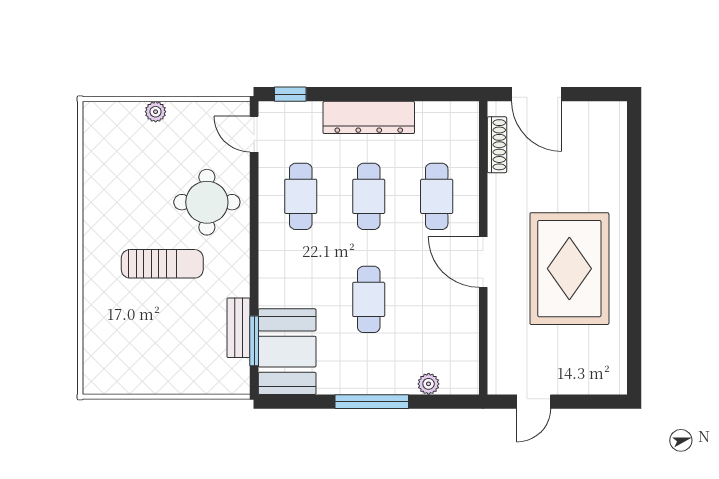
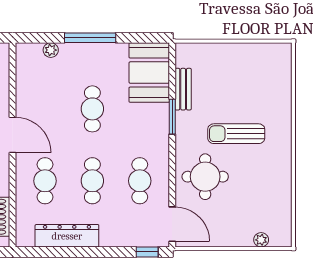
plant: (156, 112) -> (261, 240), moved
dresser: (369, 117) -> (67, 236), moved
door: (254, 134) -> (172, 224), width x1.37
window: (254, 341) -> (172, 117), moved

